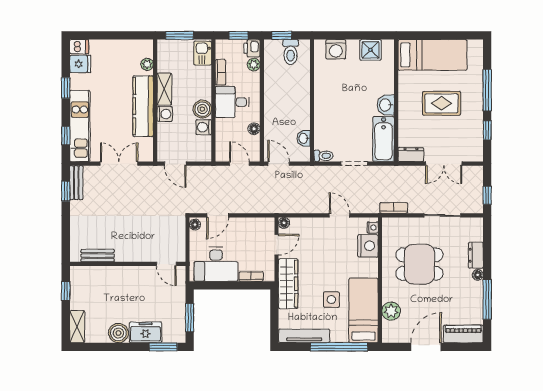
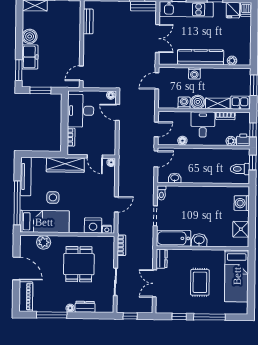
shelving: (164, 89) -> (218, 104), moved

